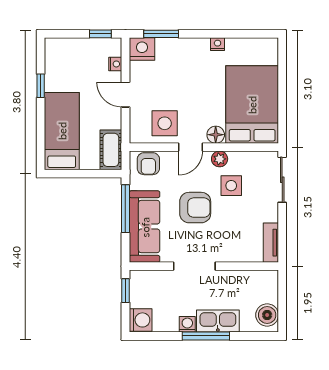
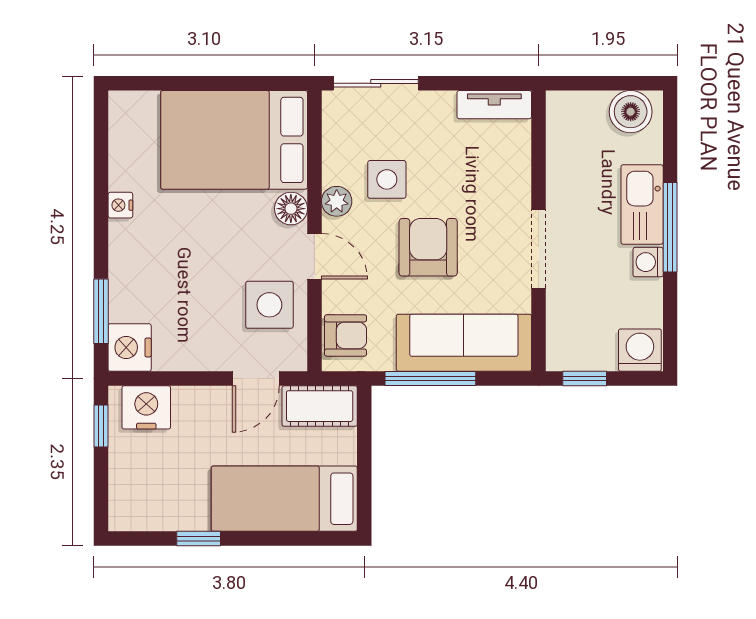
nightstand: (115, 64) -> (146, 407), width x1.89, depth x1.79
door: (125, 95) -> (256, 379), moved

